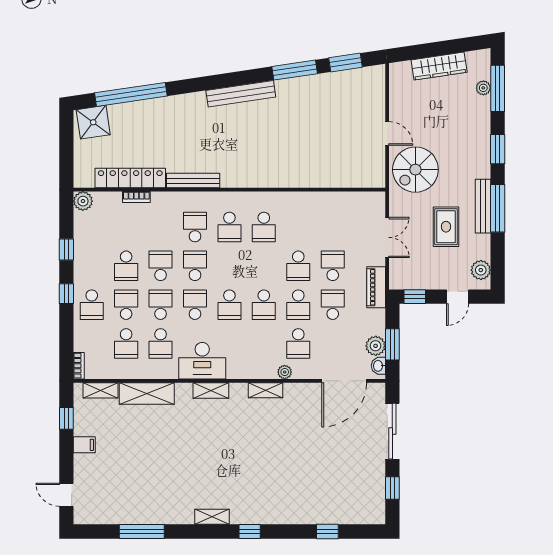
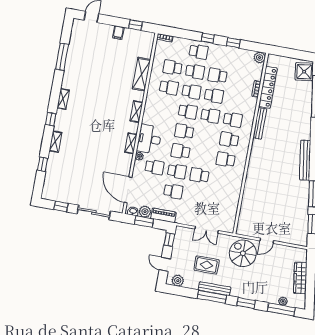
school desk: (333, 266) -> (196, 195), removed
piano: (376, 287) -> (163, 215), moved
school desk: (92, 305) -> (199, 52), turned 180
school desk: (298, 305) -> (177, 171), turned 180
school desk: (161, 344) -> (169, 87), turned 180
school desk: (298, 344) -> (154, 167), turned 180
desk: (202, 361) -> (149, 139), moved
shelving: (101, 390) -> (56, 142), moved

